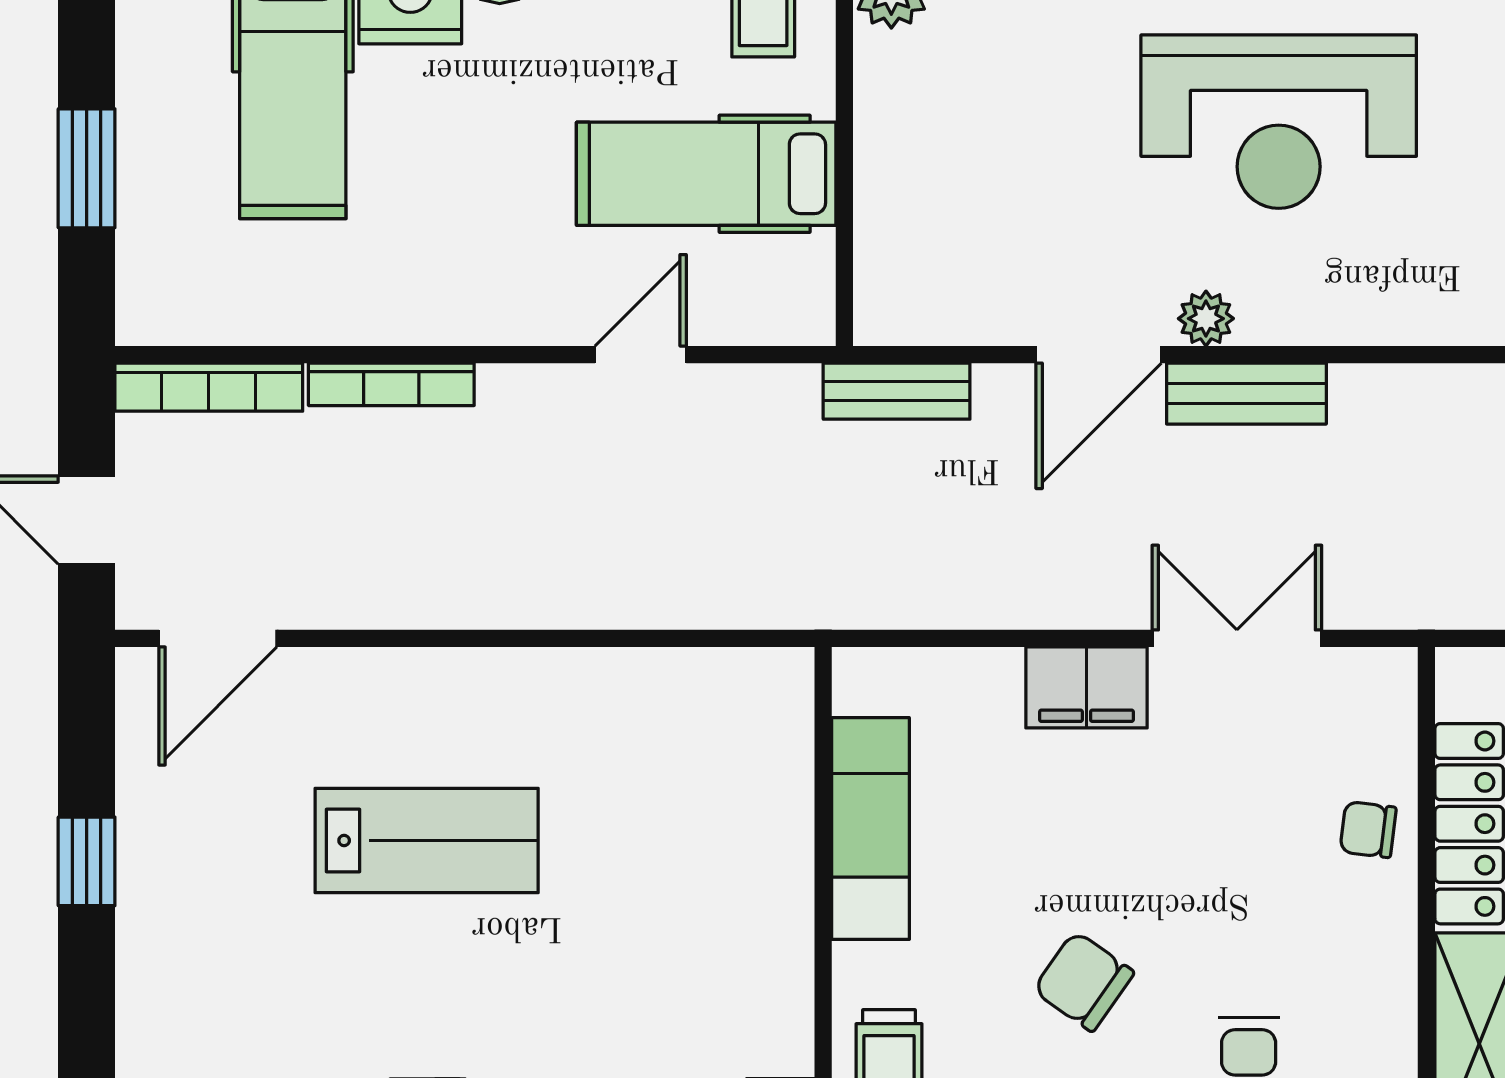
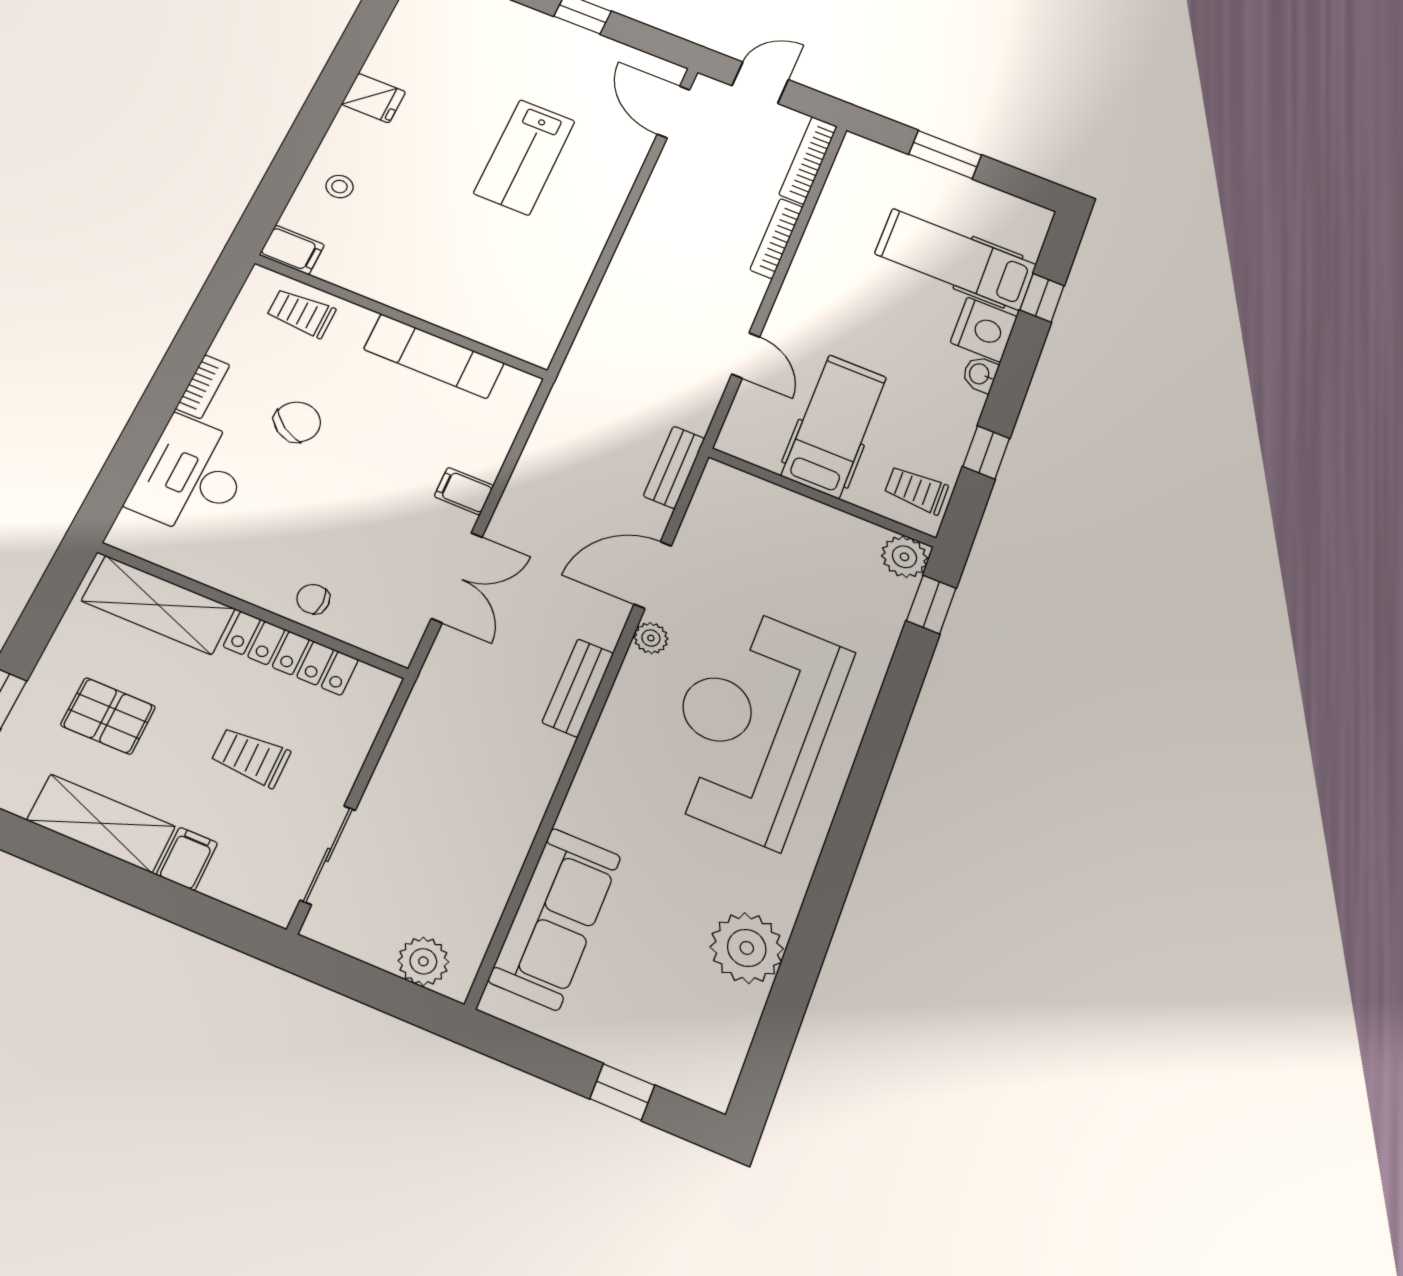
reception desk: (1279, 122) -> (752, 724), width x1.36, depth x1.30
door: (1099, 355) -> (653, 575), hinge flipped
bench: (1246, 394) -> (578, 688), moved
filing cabinet: (1086, 687) -> (464, 491), width x0.50
chair: (1368, 830) -> (313, 599), turned -97

